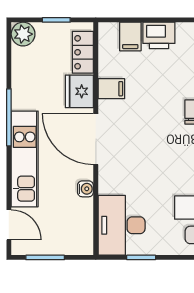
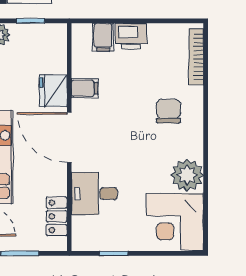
locker: (83, 52) -> (57, 216), moved
water cooler: (85, 189) -> (59, 186), removed
desk: (122, 225) -> (94, 194), moved, width x0.73

